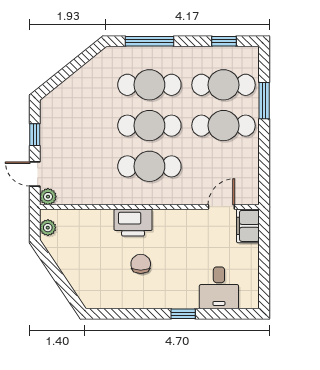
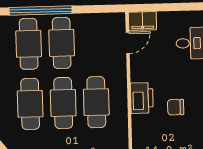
window: (264, 101) -> (41, 11), width x2.11
door: (221, 207) -> (128, 43), swing flipped
printer: (133, 223) -> (142, 98), moved

